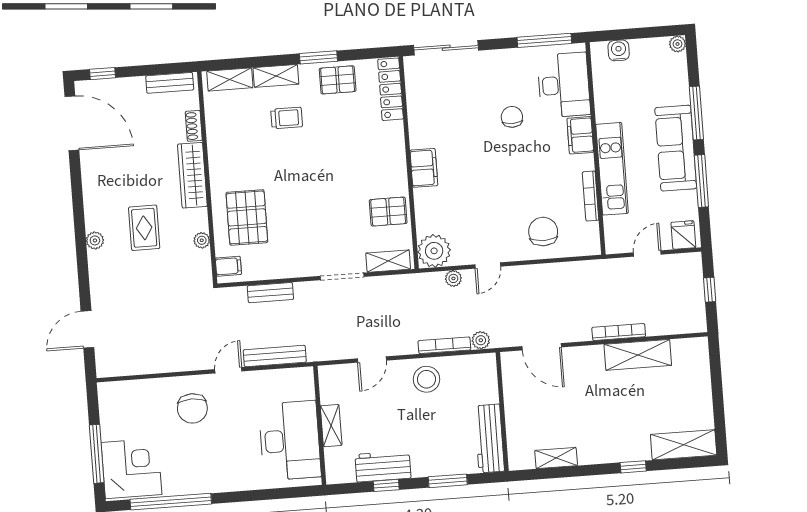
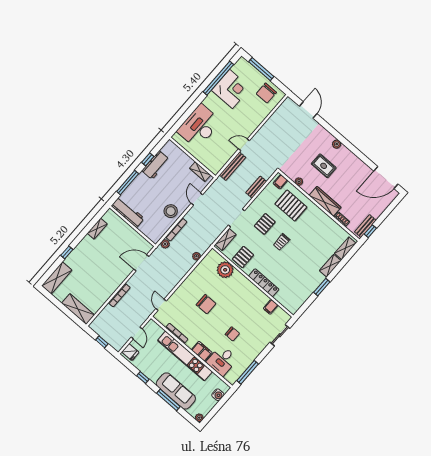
sliding door: (446, 48) -> (280, 335), width x0.73
window: (103, 74) -> (370, 231), moved
pallet: (338, 80) -> (265, 224), moved
desk: (564, 85) -> (222, 361), width x0.73
locker: (391, 89) -> (264, 283), moved
trolley: (287, 118) -> (281, 242), moved
sofa: (676, 148) -> (176, 391), moved
filing cabinet: (424, 168) -> (271, 307), moved, width x0.50
kitchen unit: (612, 169) -> (185, 356), width x1.36
window: (701, 181) -> (143, 378), width x0.46
chair: (543, 232) -> (206, 304), moved
plant: (434, 251) -> (225, 270), moved
door: (488, 265) -> (161, 305), moved
shelving: (638, 355) -> (78, 309), moved, turned 90
door: (228, 370) -> (244, 145), swing flipped
chair: (192, 408) -> (266, 93), moved, turned -90
shelving: (331, 426) -> (200, 172), moved
desk: (290, 441) -> (199, 126), moved, turned 90
corner desk: (132, 468) -> (231, 89), moved, turned -90
window: (448, 481) -> (128, 183), width x1.44

